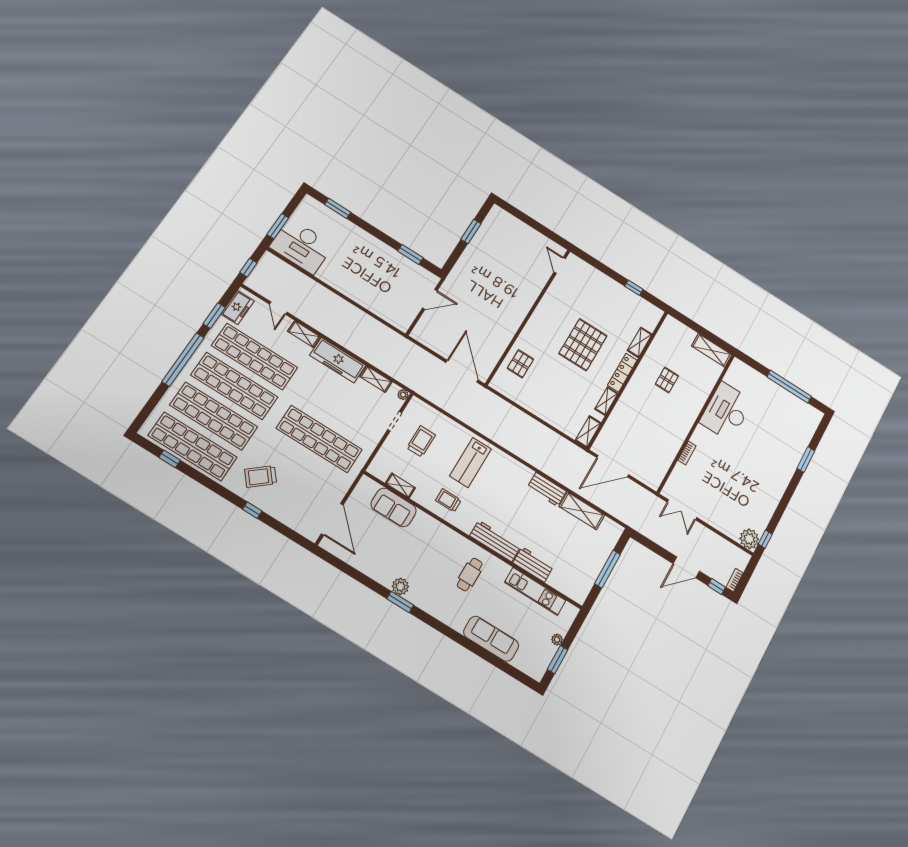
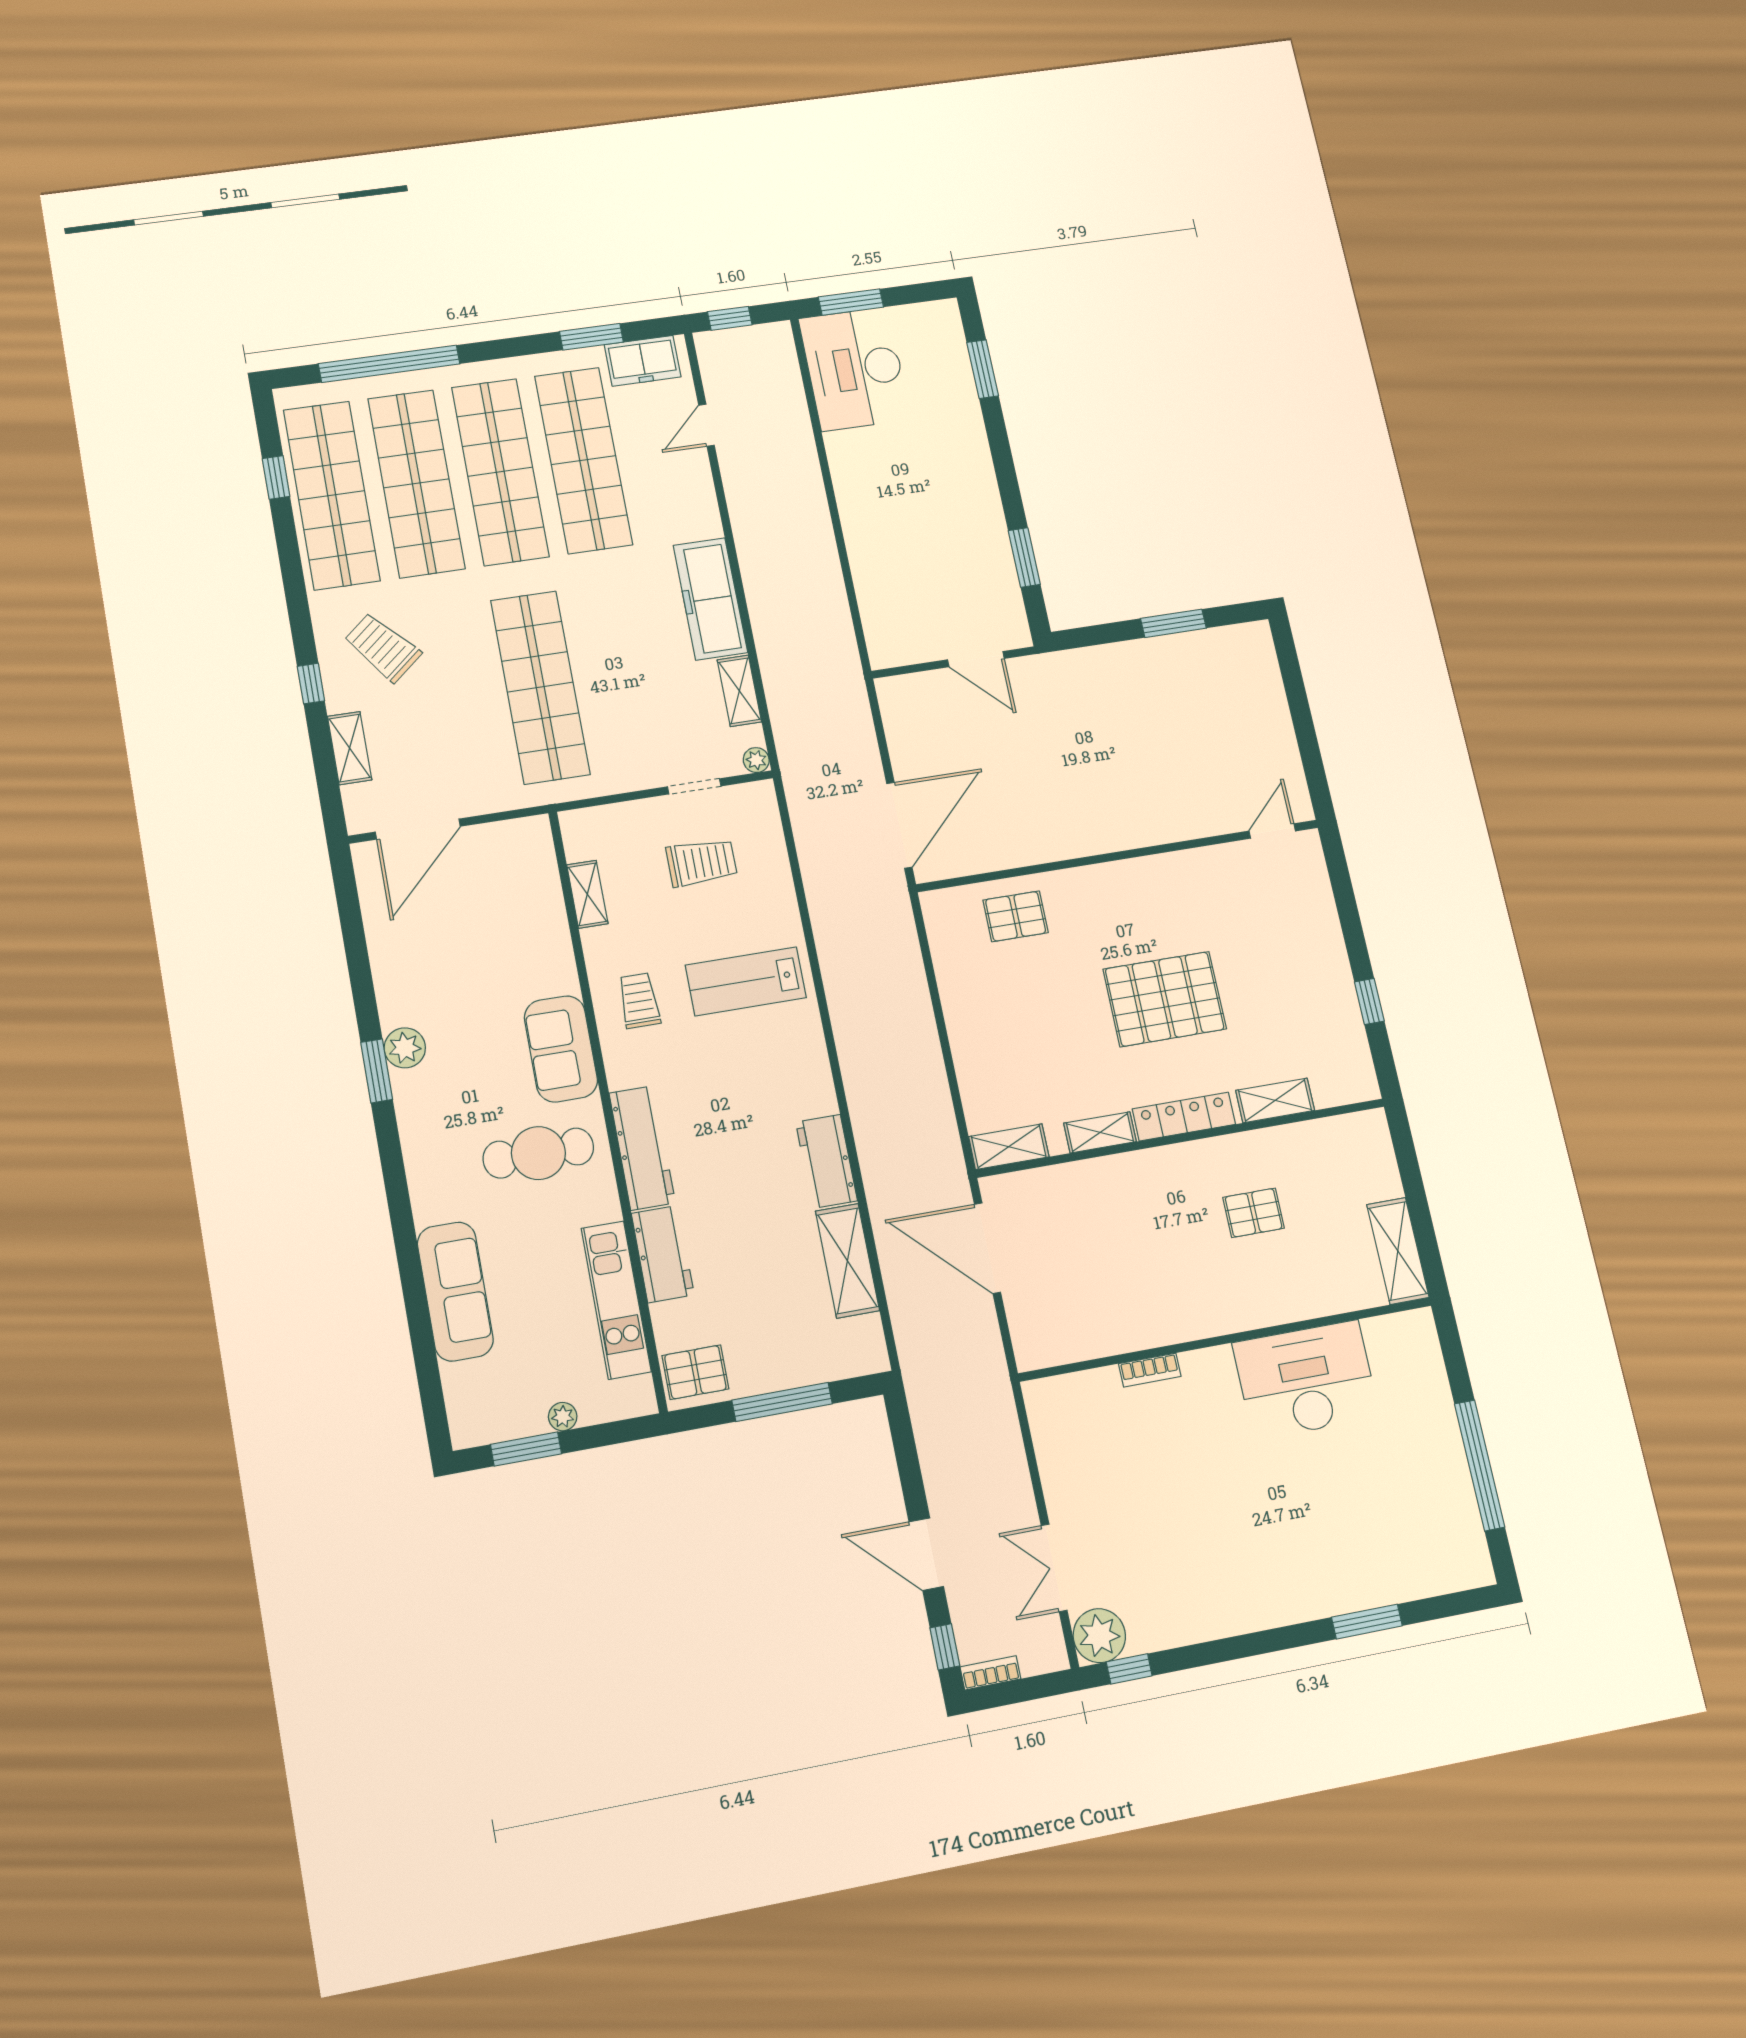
shelving: (304, 334) -> (350, 748), moved
window: (183, 360) -> (389, 364), moved
sofa: (394, 507) -> (561, 1049), moved
double door: (682, 510) -> (1054, 1568), moved
cafe table: (470, 575) -> (538, 1153), width x1.37, depth x1.35
pallet: (577, 587) -> (695, 1372), added

